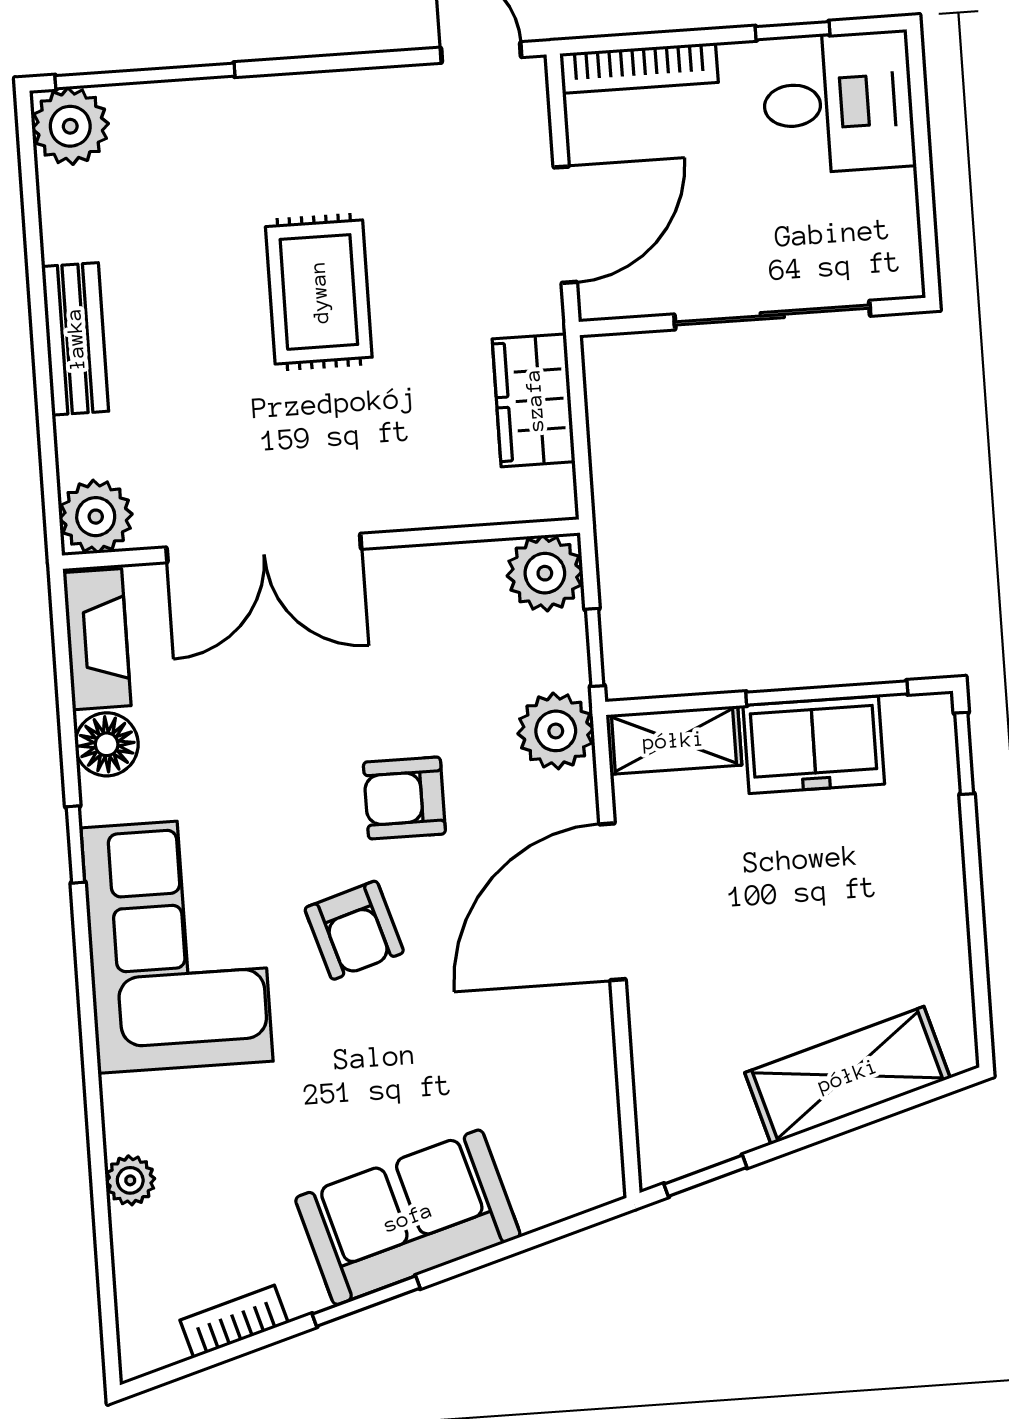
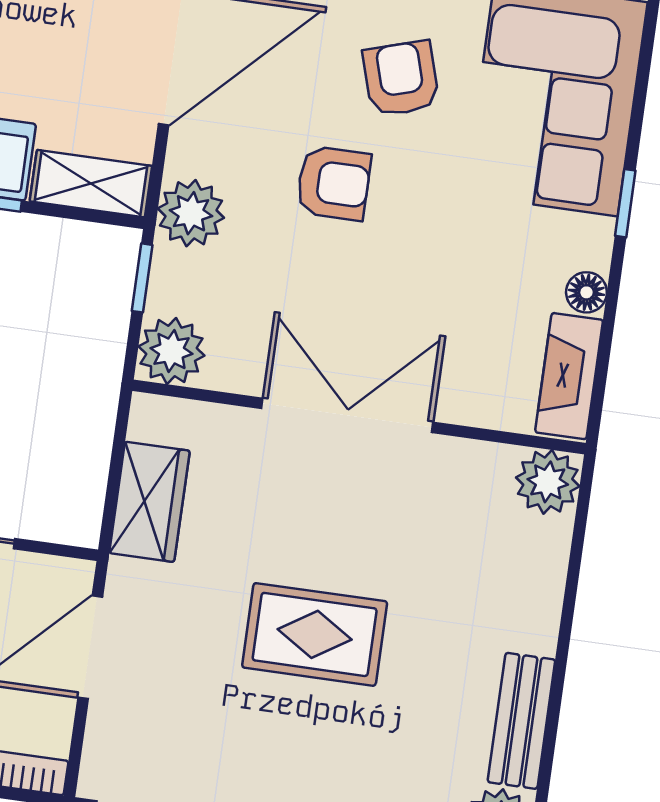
rug: (319, 292) -> (315, 634), turned 90
bench: (75, 339) -> (521, 721), moved
double door: (264, 548) -> (347, 415), moved
floor lamp: (107, 744) -> (586, 292), width x0.73, depth x0.73

